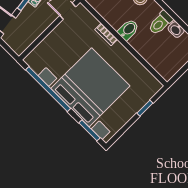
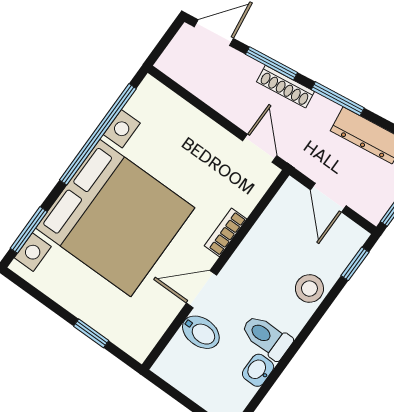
bidet: (128, 30) -> (201, 332), moved
door: (132, 51) -> (202, 289), added

